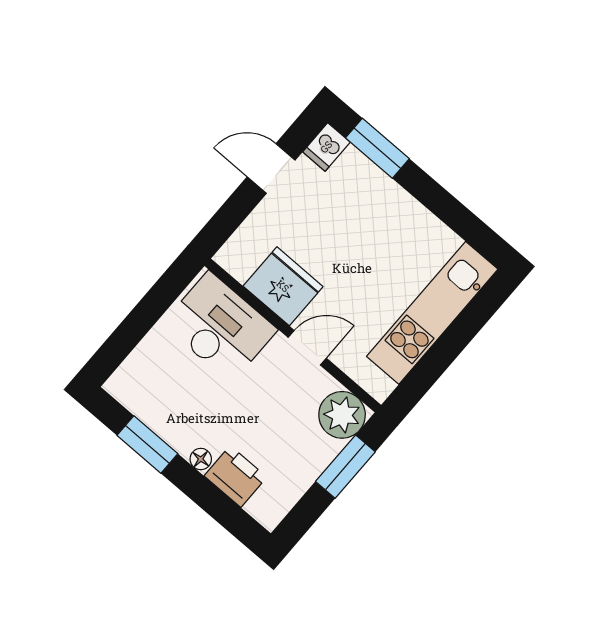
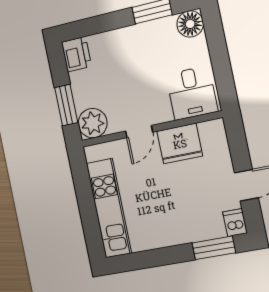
desk: (220, 327) -> (192, 93), width x0.73
floor lamp: (201, 459) -> (190, 24), moved, width x1.89, depth x1.89
printer: (235, 476) -> (76, 54), moved, turned -90

